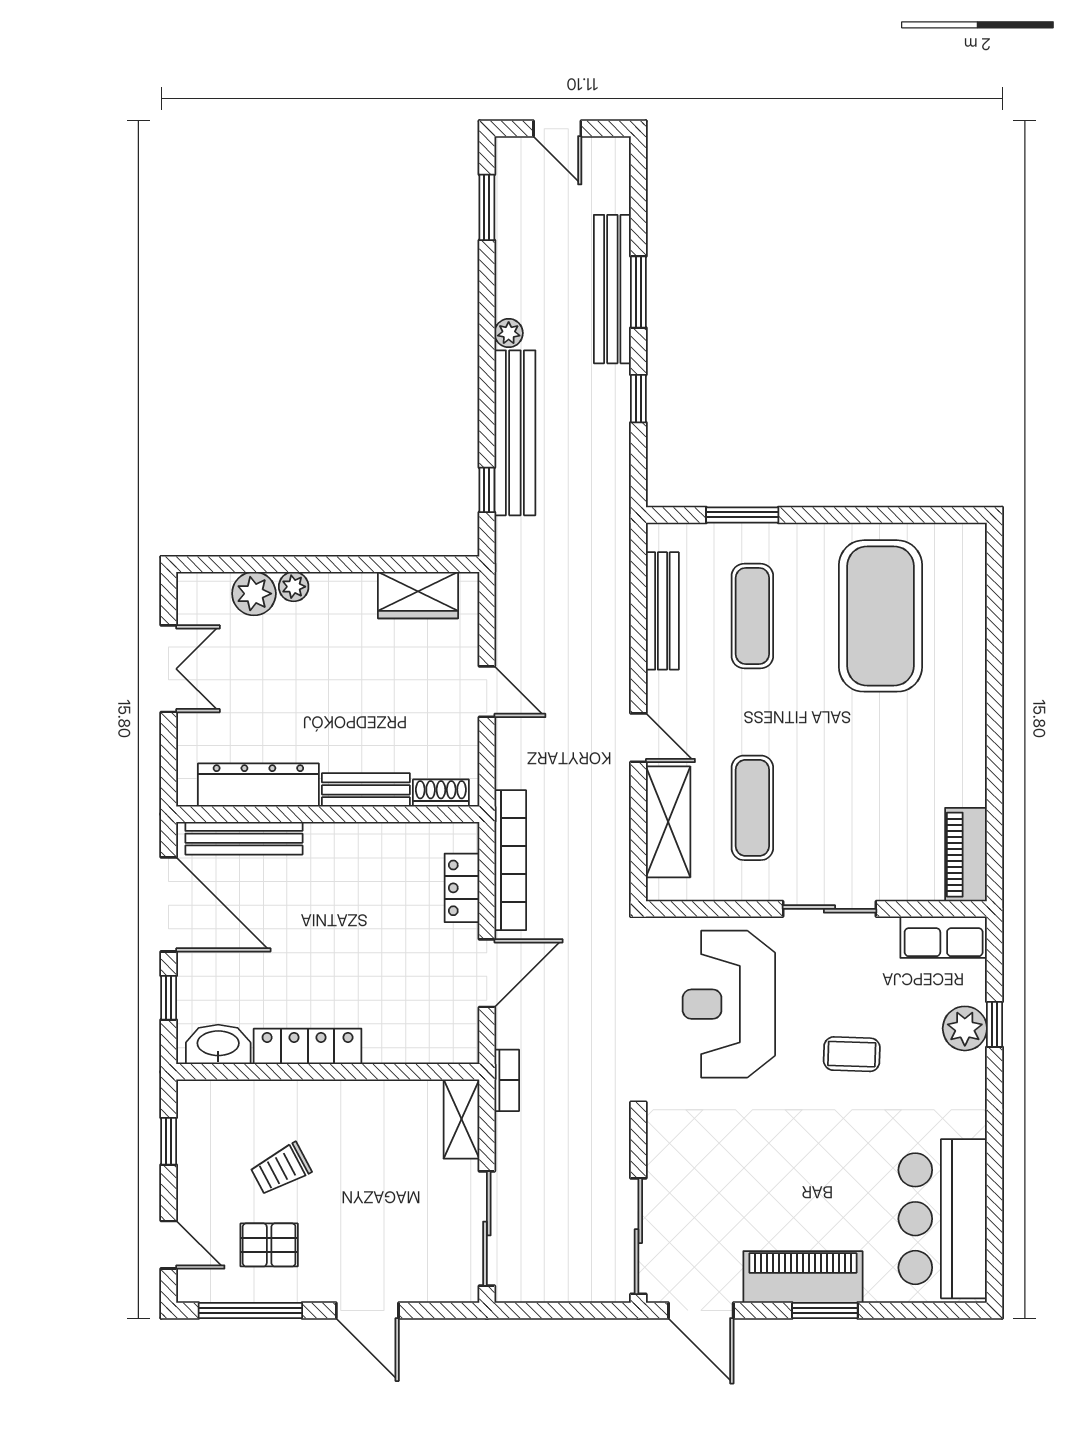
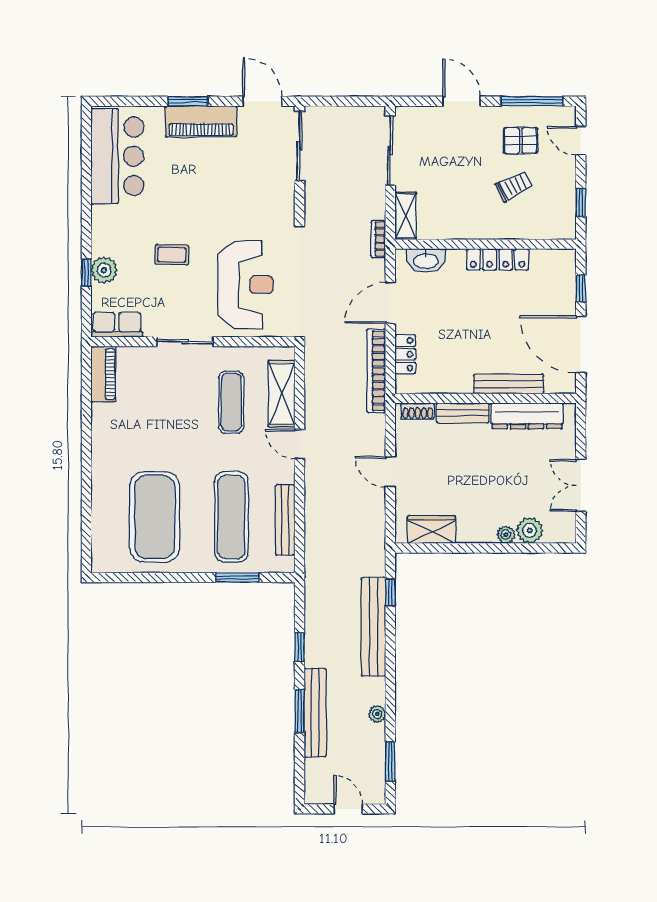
plant: (509, 333) -> (377, 714), moved
exercise mat: (752, 616) -> (231, 517), width x1.36, depth x1.45
bench: (244, 838) -> (509, 384), moved
washbasin: (218, 1044) -> (426, 261), moved

